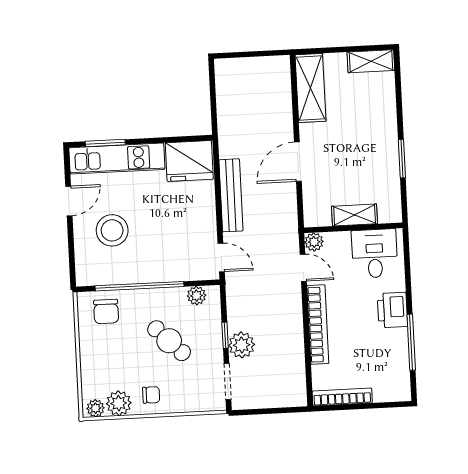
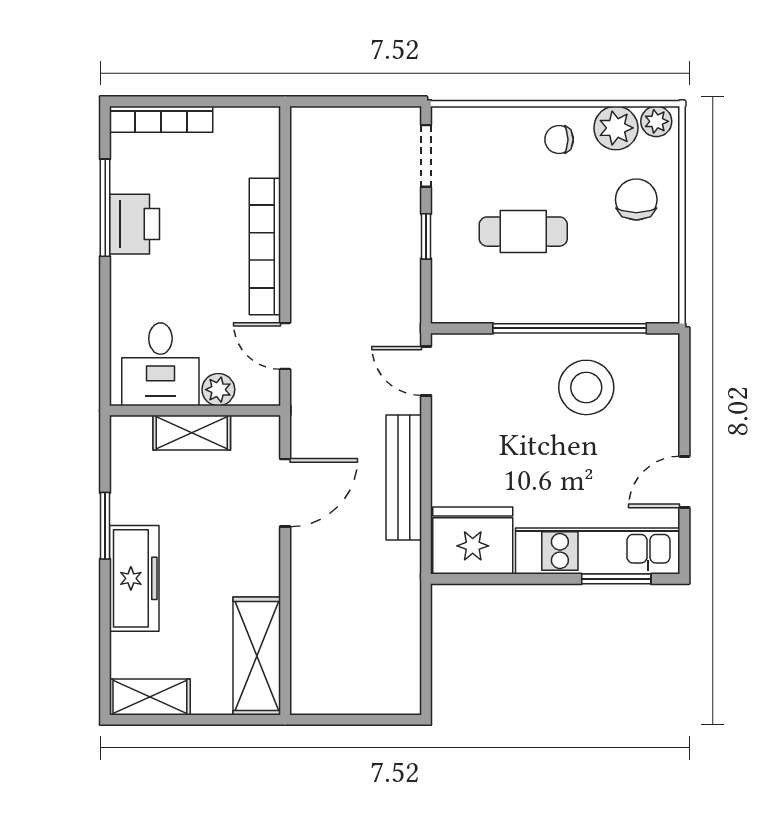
freezer: (383, 129) -> (134, 578), added
door: (298, 162) -> (285, 493), moved
stool: (112, 230) -> (586, 387), moved
plant: (314, 242) -> (218, 390), moved
plant: (197, 296) -> (472, 307), removed
printer: (392, 310) -> (135, 224), moved
chair: (106, 311) -> (636, 200), moved
cafe table: (169, 341) -> (523, 232), turned -45
plant: (242, 345) -> (398, 218), removed
bookcase: (342, 397) -> (161, 119), moved

